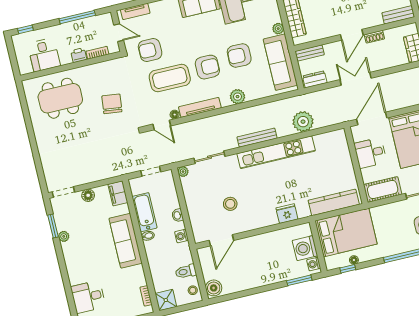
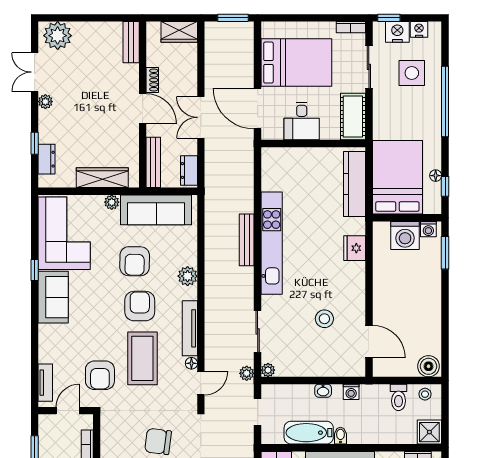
bench: (310, 53) -> (153, 162), width x1.36
plant: (303, 122) -> (247, 373), moved, width x0.53, depth x0.53
bench: (257, 138) -> (247, 240), moved

